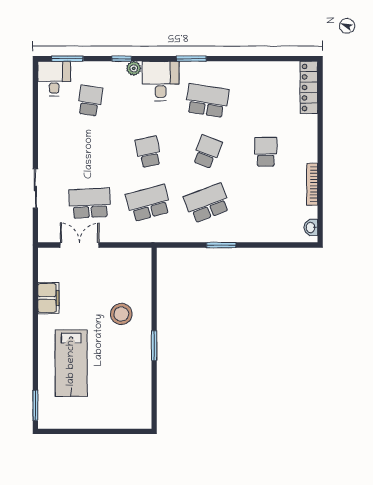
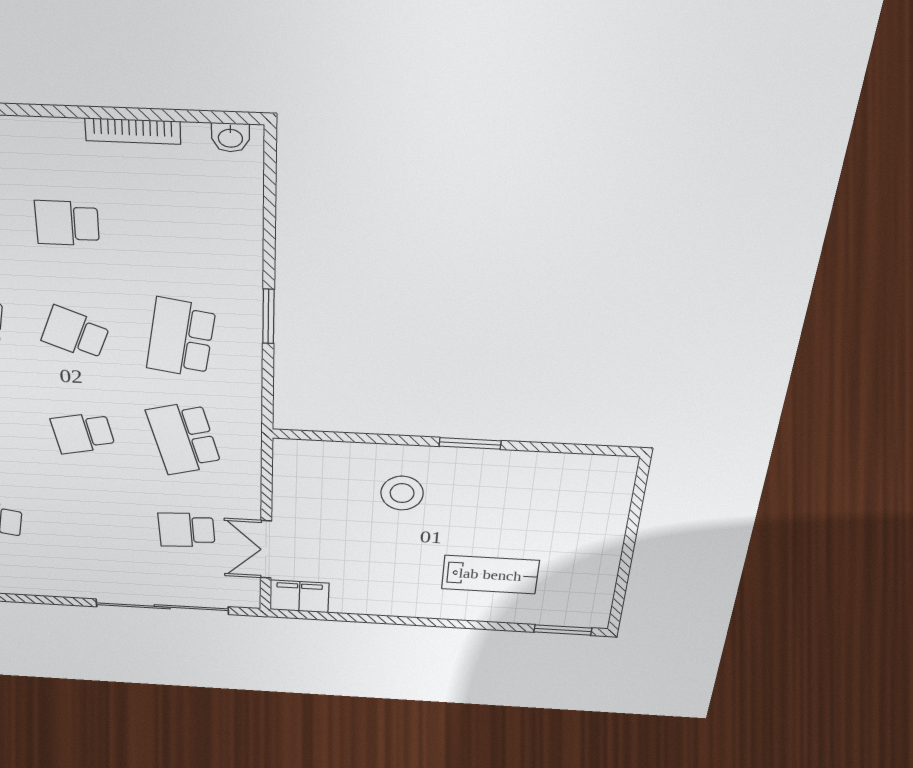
sliding door: (35, 189) -> (162, 607), width x1.86
school desk: (90, 203) -> (186, 530), width x0.54
school desk: (207, 203) -> (181, 338), turned 30
filing cabinet: (48, 298) -> (299, 596), moved
lab bench: (71, 363) -> (490, 575), width x0.73, depth x0.72

